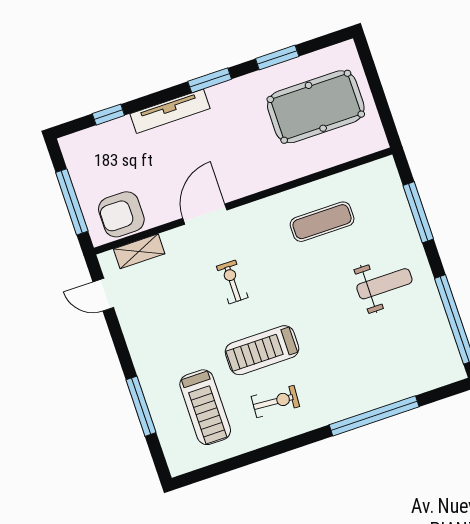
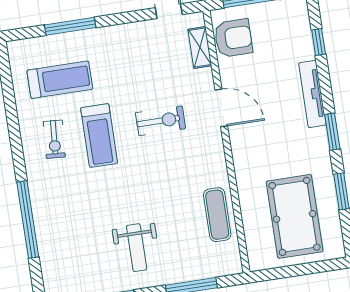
armchair: (121, 214) -> (233, 38), turned 90
exercise mat: (322, 222) -> (217, 215), moved
exercise bike: (232, 282) -> (161, 121), width x1.38, depth x1.39
treadmill: (262, 350) -> (99, 136), turned 180
treadmill: (205, 407) -> (60, 80), turned 180

